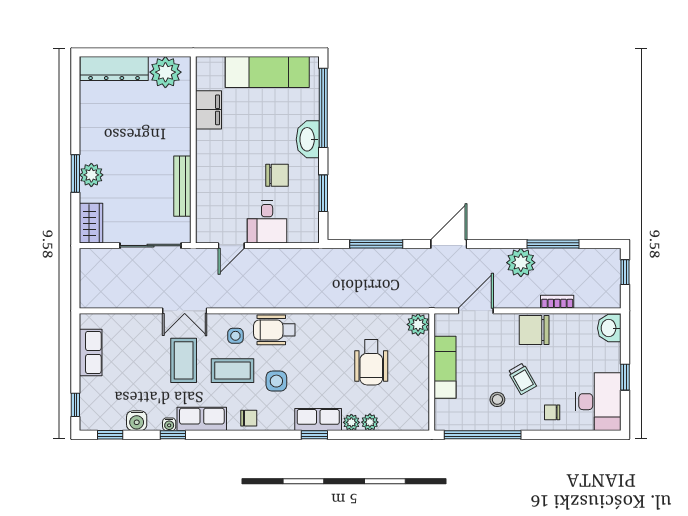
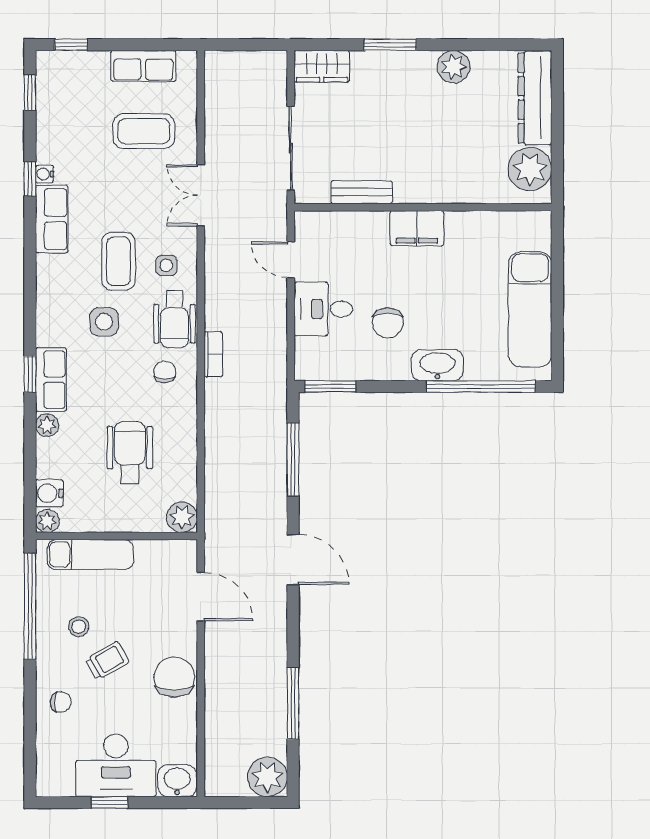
filing cabinet: (209, 110) -> (417, 228), moved
plant: (91, 175) -> (454, 67), moved
bench: (182, 186) -> (362, 192), width x0.73
window: (323, 193) -> (331, 386), moved
plant: (521, 263) -> (267, 777), moved
window: (625, 272) -> (254, 803), removed
bookcase: (557, 302) -> (213, 354), moved
wheelchair: (274, 330) -> (174, 319), turned 180
coffee table: (184, 360) -> (144, 131), moved
wheelchair: (371, 362) -> (130, 453), turned 90
exam couch: (445, 367) -> (90, 554), moved
trolley: (522, 379) -> (107, 661), turned 180
desk: (598, 402) -> (116, 765), moved
chair: (552, 412) -> (61, 702), turned 90
chair: (249, 418) -> (165, 372), moved, turned 180
water cooler: (137, 421) -> (49, 493), moved
plant: (370, 422) -> (47, 521), moved

